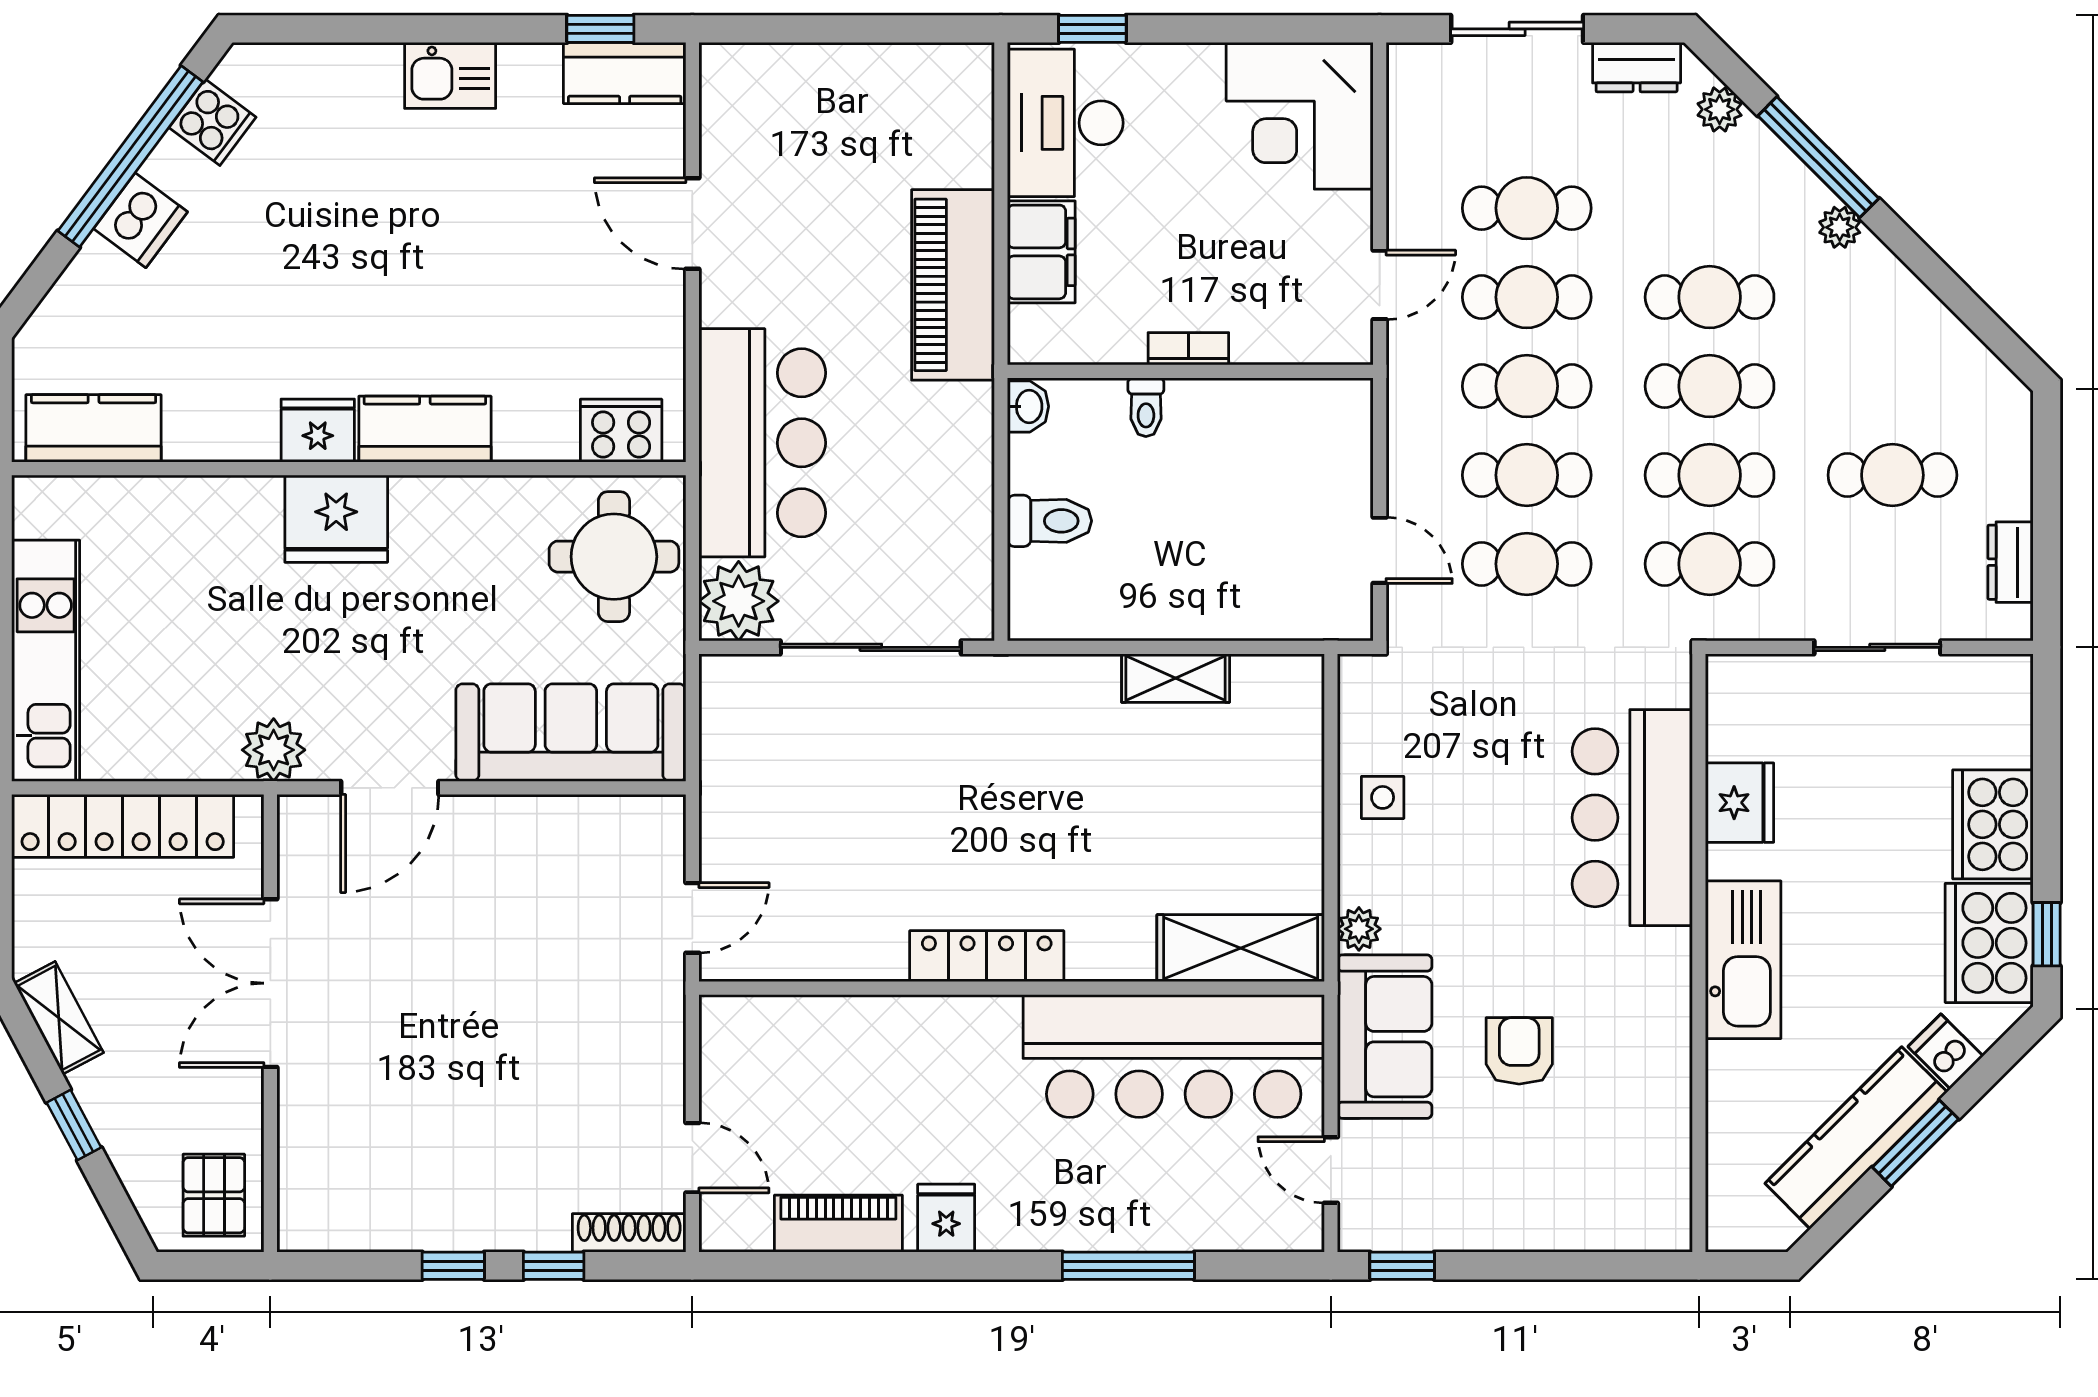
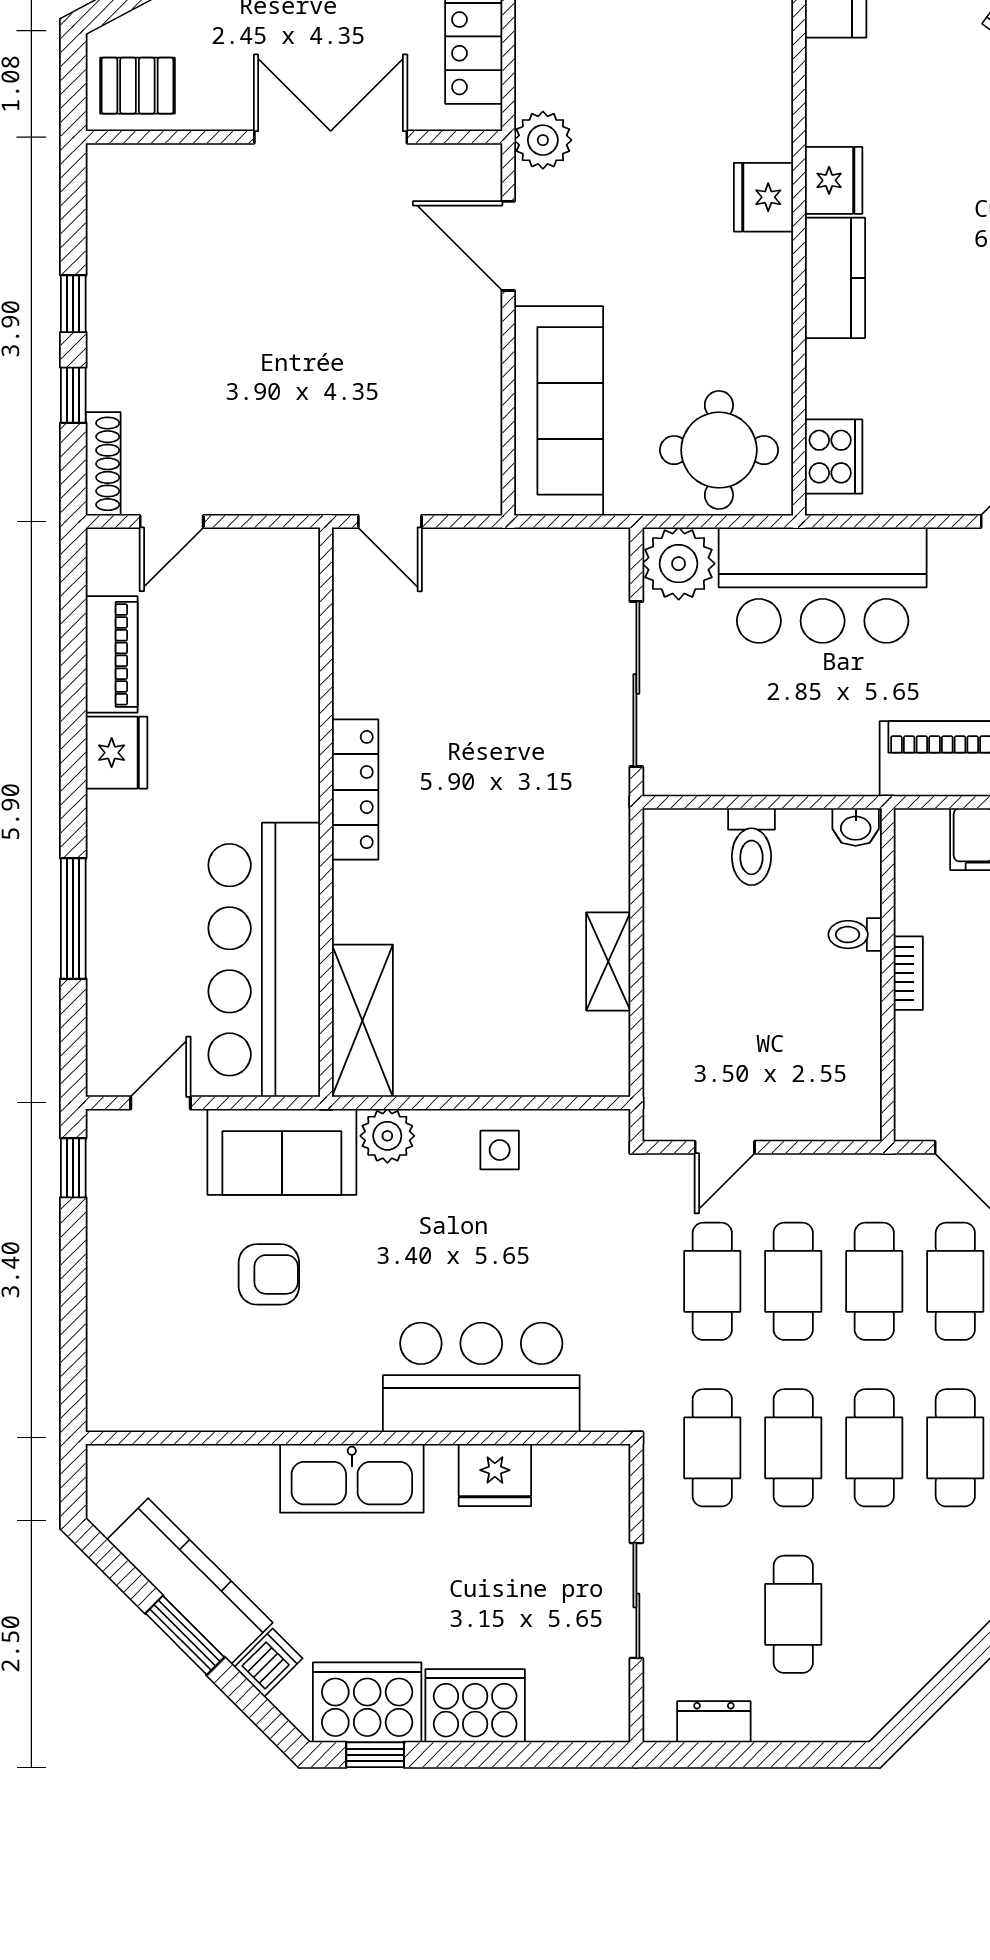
fridge: (336, 519) -> (763, 197), width x0.73, depth x0.75
plant: (1359, 929) -> (387, 1136), width x1.38, depth x1.38
fridge: (946, 1218) -> (116, 753), width x1.38

